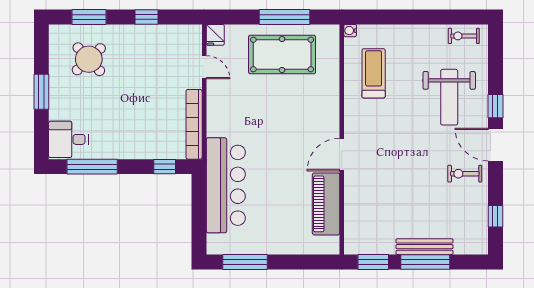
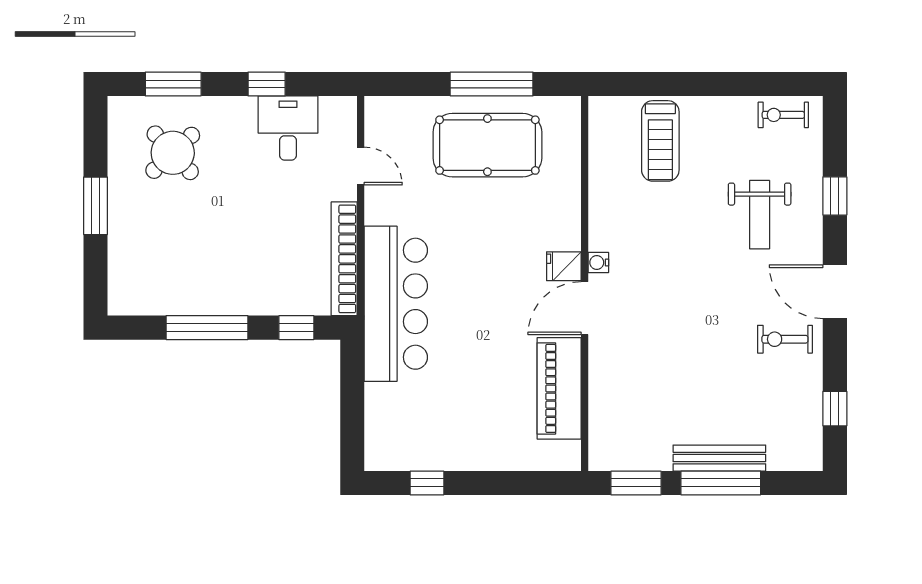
water cooler: (350, 31) -> (598, 262), moved
fridge: (215, 35) -> (564, 266), moved, turned 90
treadmill: (374, 73) -> (660, 141), moved, turned 180
weight bench: (449, 97) -> (760, 215), width x0.73, depth x0.75
window: (495, 106) -> (835, 196), moved
desk: (68, 139) -> (288, 128), moved, turned 90
window: (92, 167) -> (207, 328), moved
bar counter: (226, 185) -> (396, 304), moved
window: (245, 262) -> (427, 483), width x0.46

